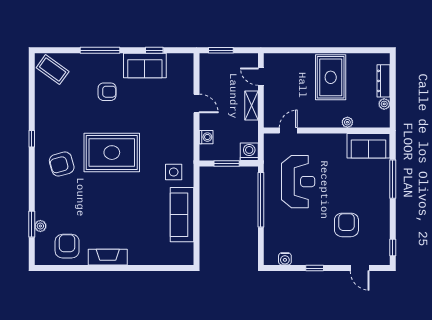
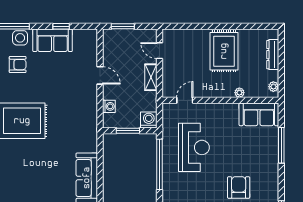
plant: (384, 104) -> (273, 87), moved
side table: (174, 172) -> (20, 38), moved

